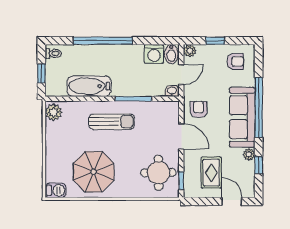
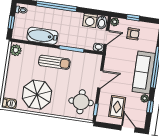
armchair: (235, 61) -> (133, 34), moved
armchair: (199, 109) -> (115, 63), removed
door: (181, 136) -> (100, 79), hinge flipped

